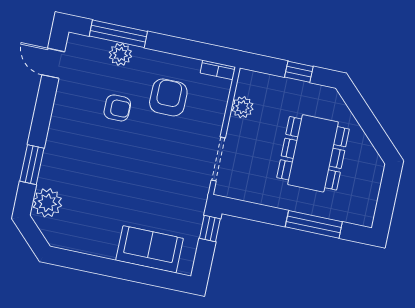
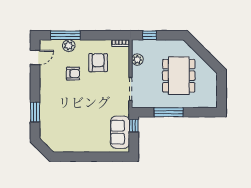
door: (53, 63) -> (35, 58), swing flipped
window: (299, 72) -> (150, 35), moved
plant: (47, 203) -> (47, 130), removed
window: (314, 224) -> (169, 112), moved
sofa: (150, 249) -> (120, 132), moved, turned -90

